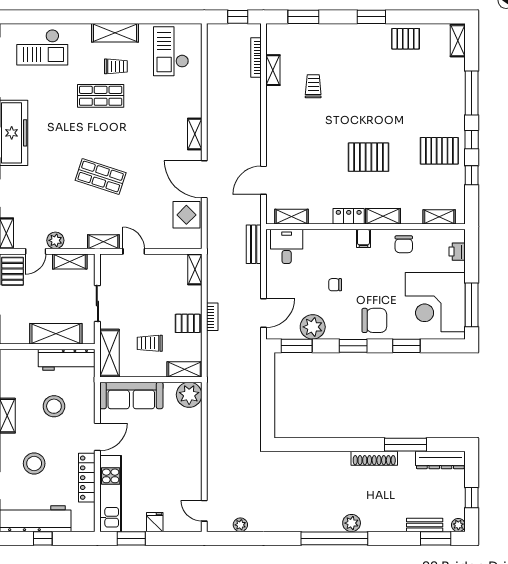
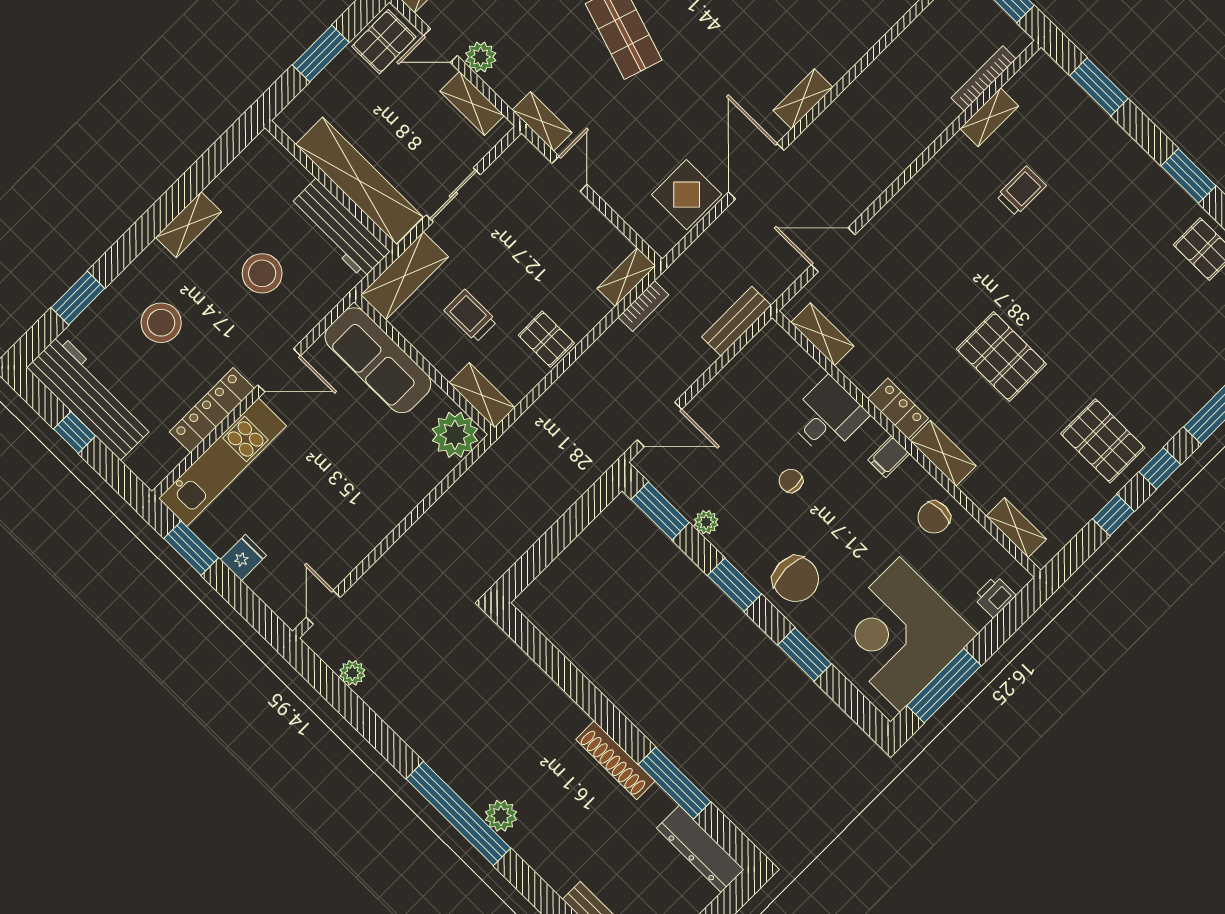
desk: (287, 246) -> (827, 417), moved
bookcase: (212, 317) -> (643, 306), moved
plant: (313, 327) -> (706, 522), width x0.53, depth x0.53
shelving: (56, 334) -> (359, 181), width x1.47

